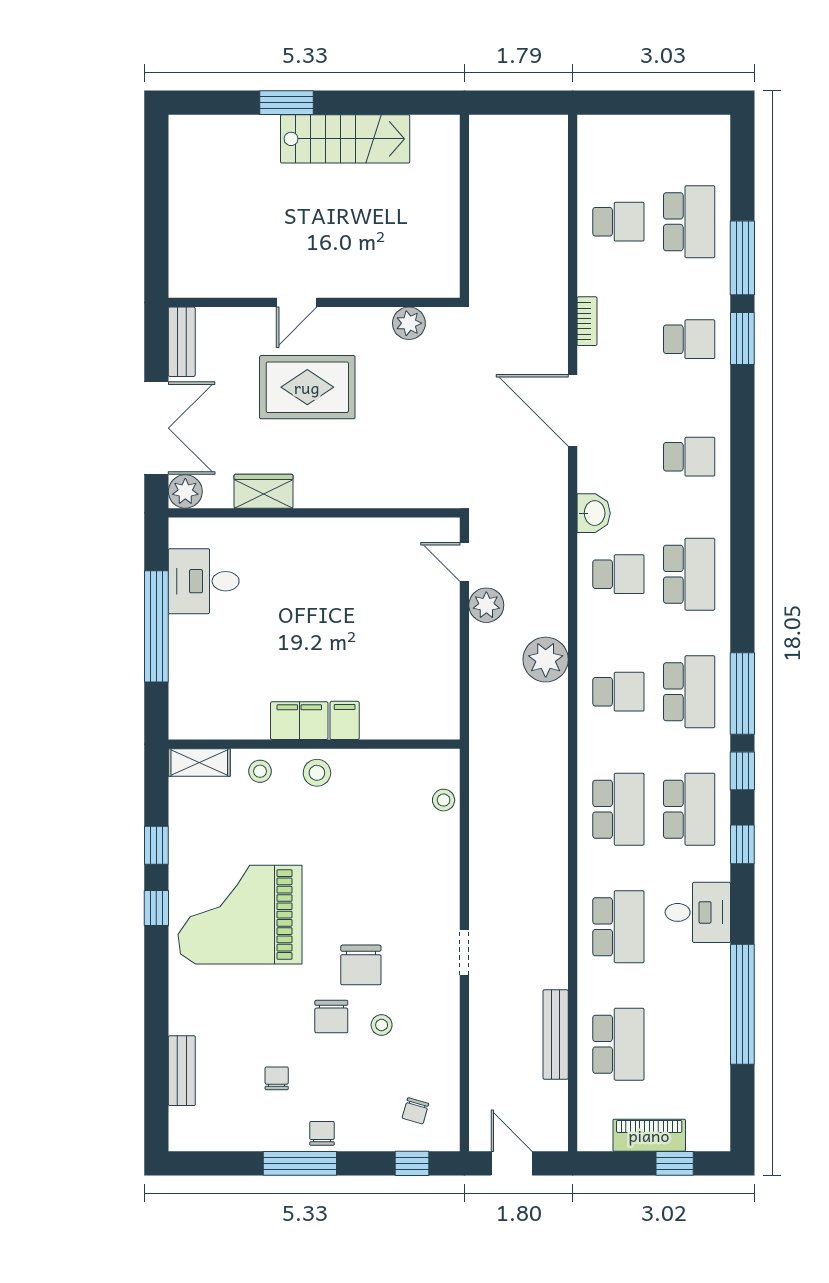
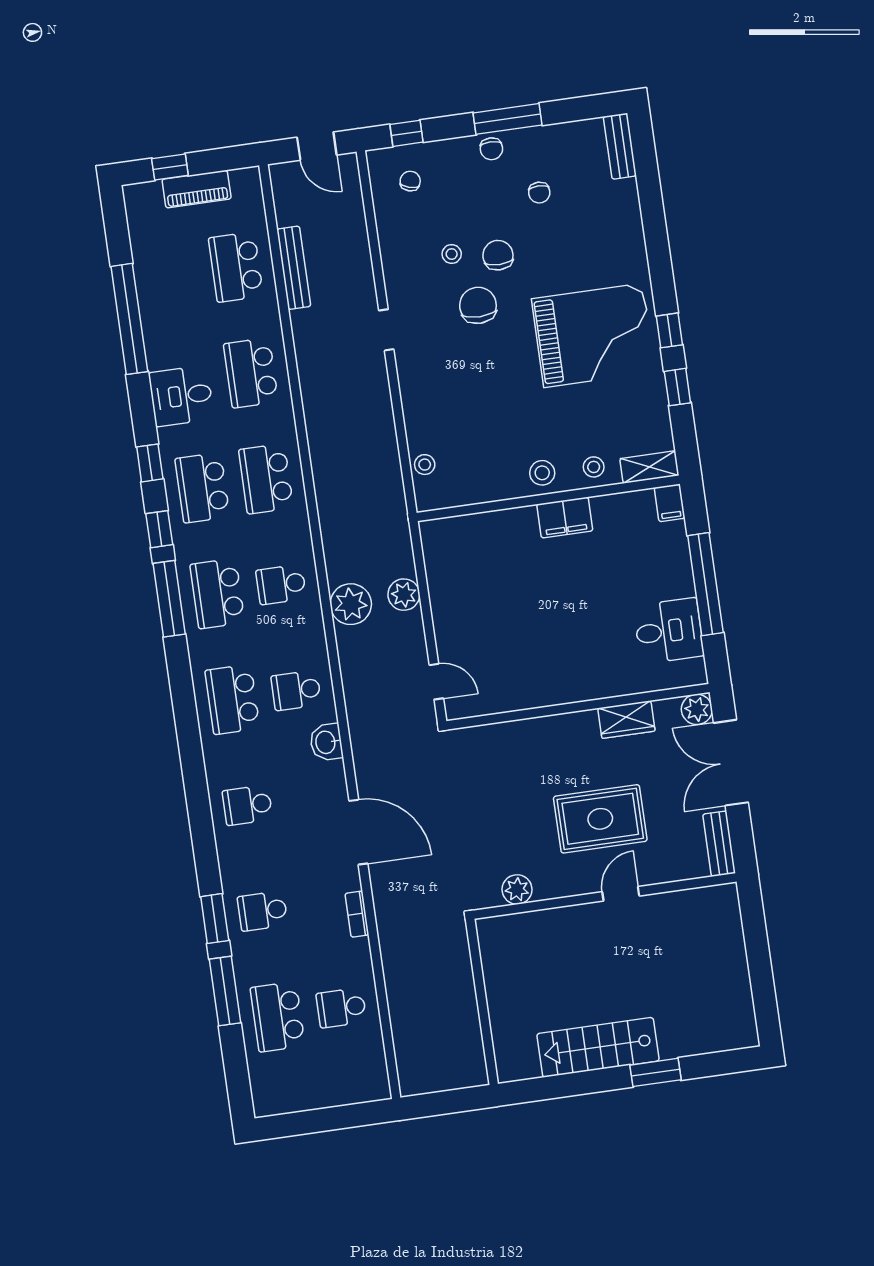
plant: (486, 605) -> (404, 595), moved
filing cabinet: (345, 720) -> (670, 503), moved
bench: (182, 1071) -> (620, 146), moved

